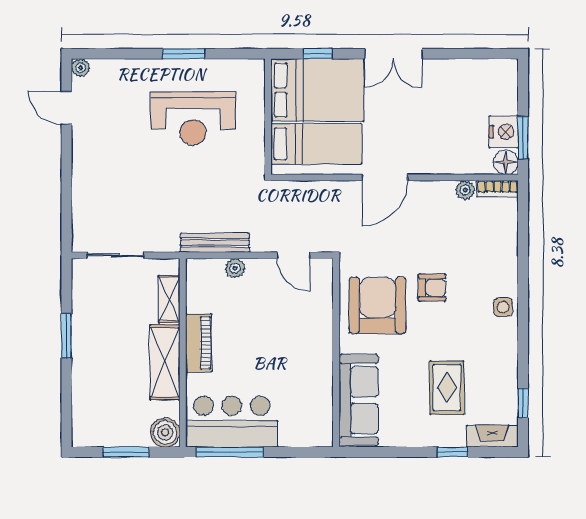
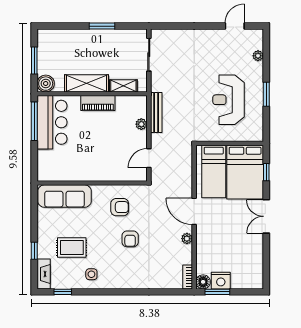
plant: (80, 68) -> (258, 56), moved
plant: (465, 190) -> (187, 239), moved
armchair: (377, 305) -> (120, 207), width x0.53, depth x0.53
side table: (503, 307) -> (91, 274), moved

